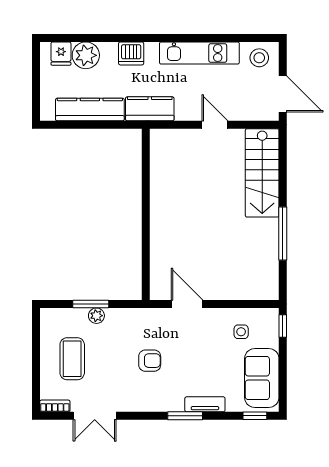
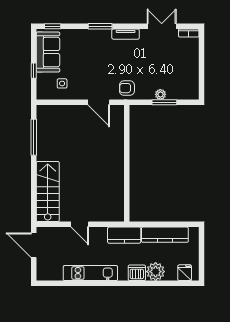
plant: (86, 55) -> (156, 272), moved
stool: (259, 58) -> (50, 270), removed
window: (283, 233) -> (34, 137), moved
window: (283, 326) -> (34, 71), moved
coffee table: (72, 359) -> (177, 65), removed
armchair: (150, 361) -> (127, 88), moved
tv unit: (205, 404) -> (126, 34), moved

